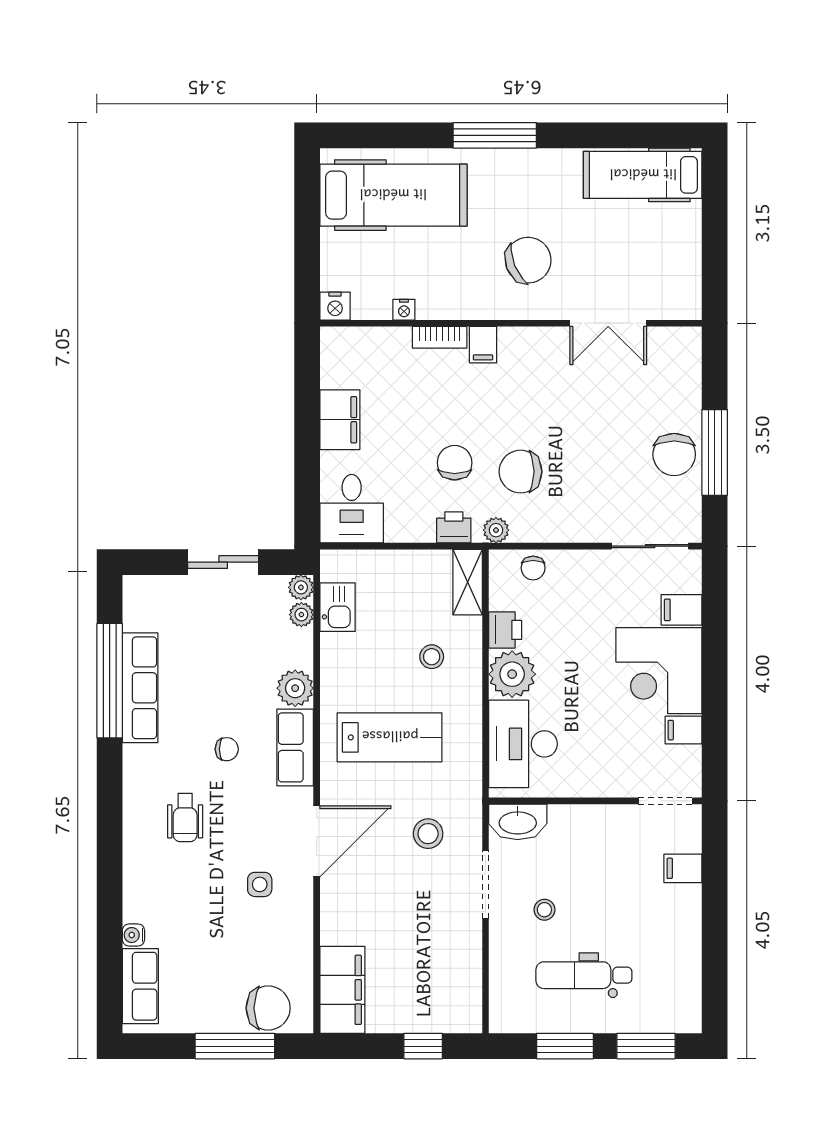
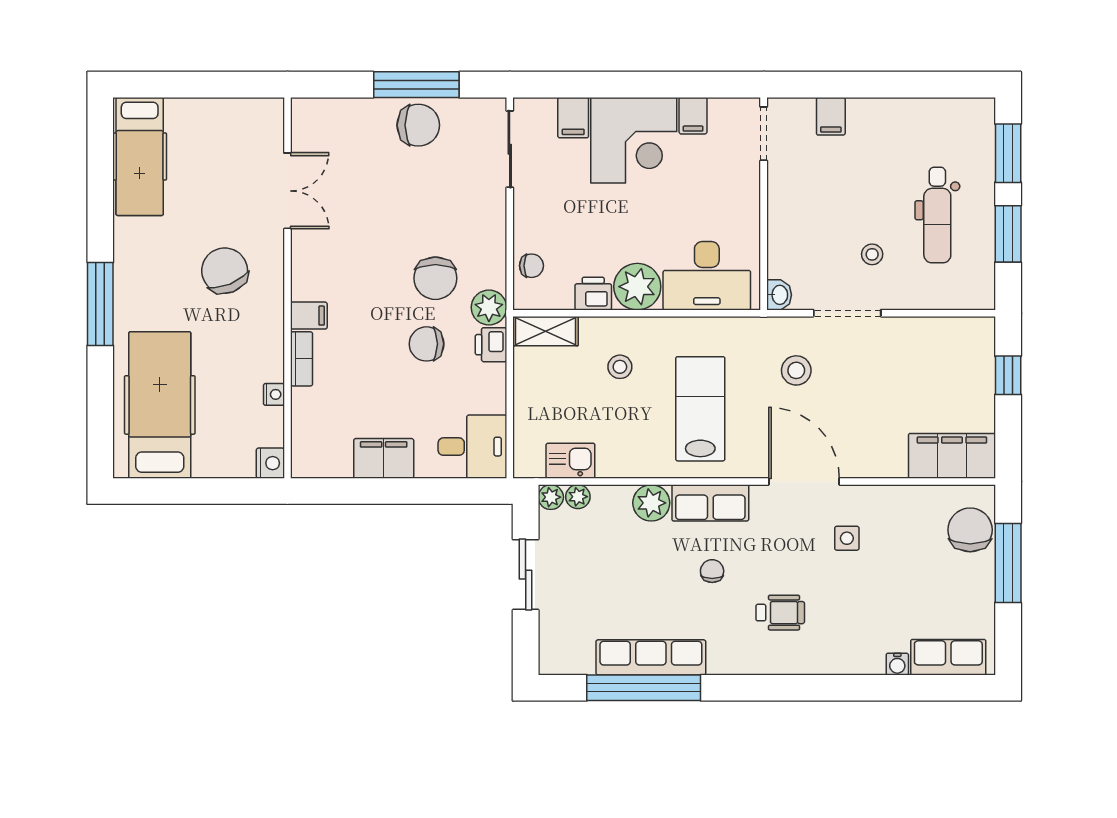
plant: (496, 530) -> (489, 307), width x1.38, depth x1.38
washbasin: (518, 822) -> (779, 295), width x0.52, depth x0.69

